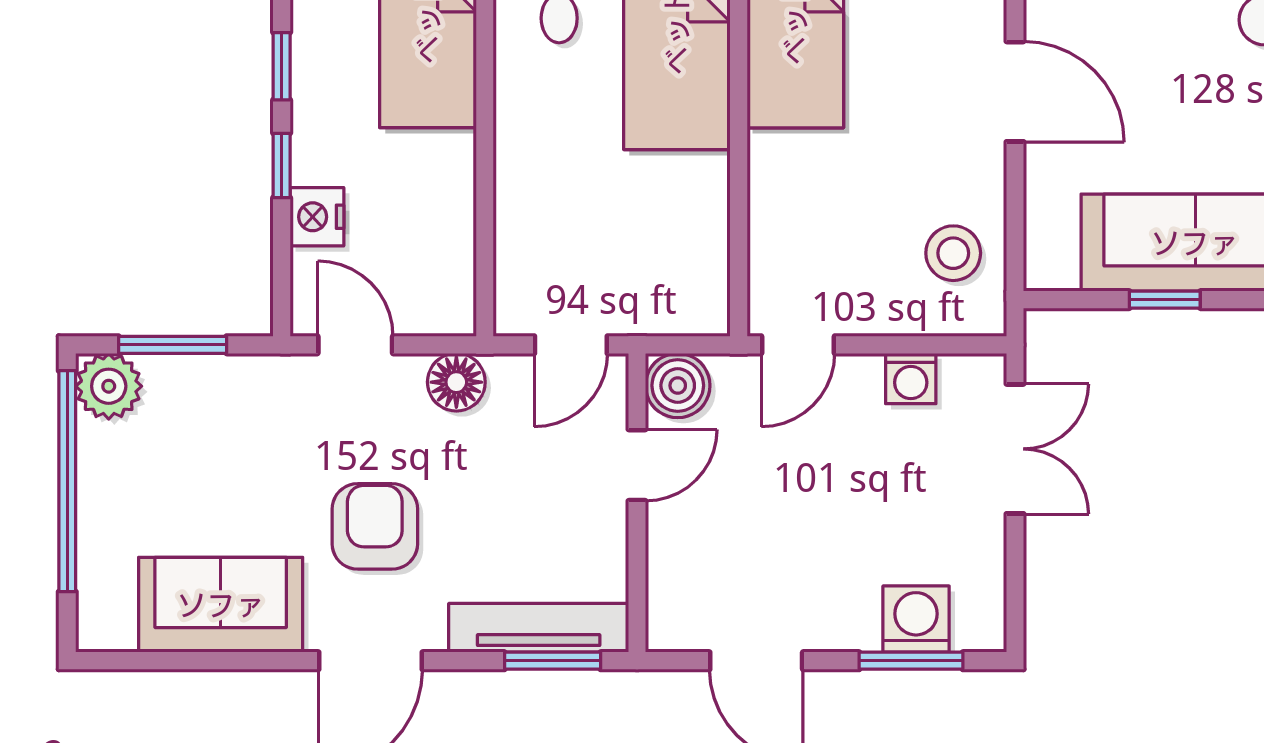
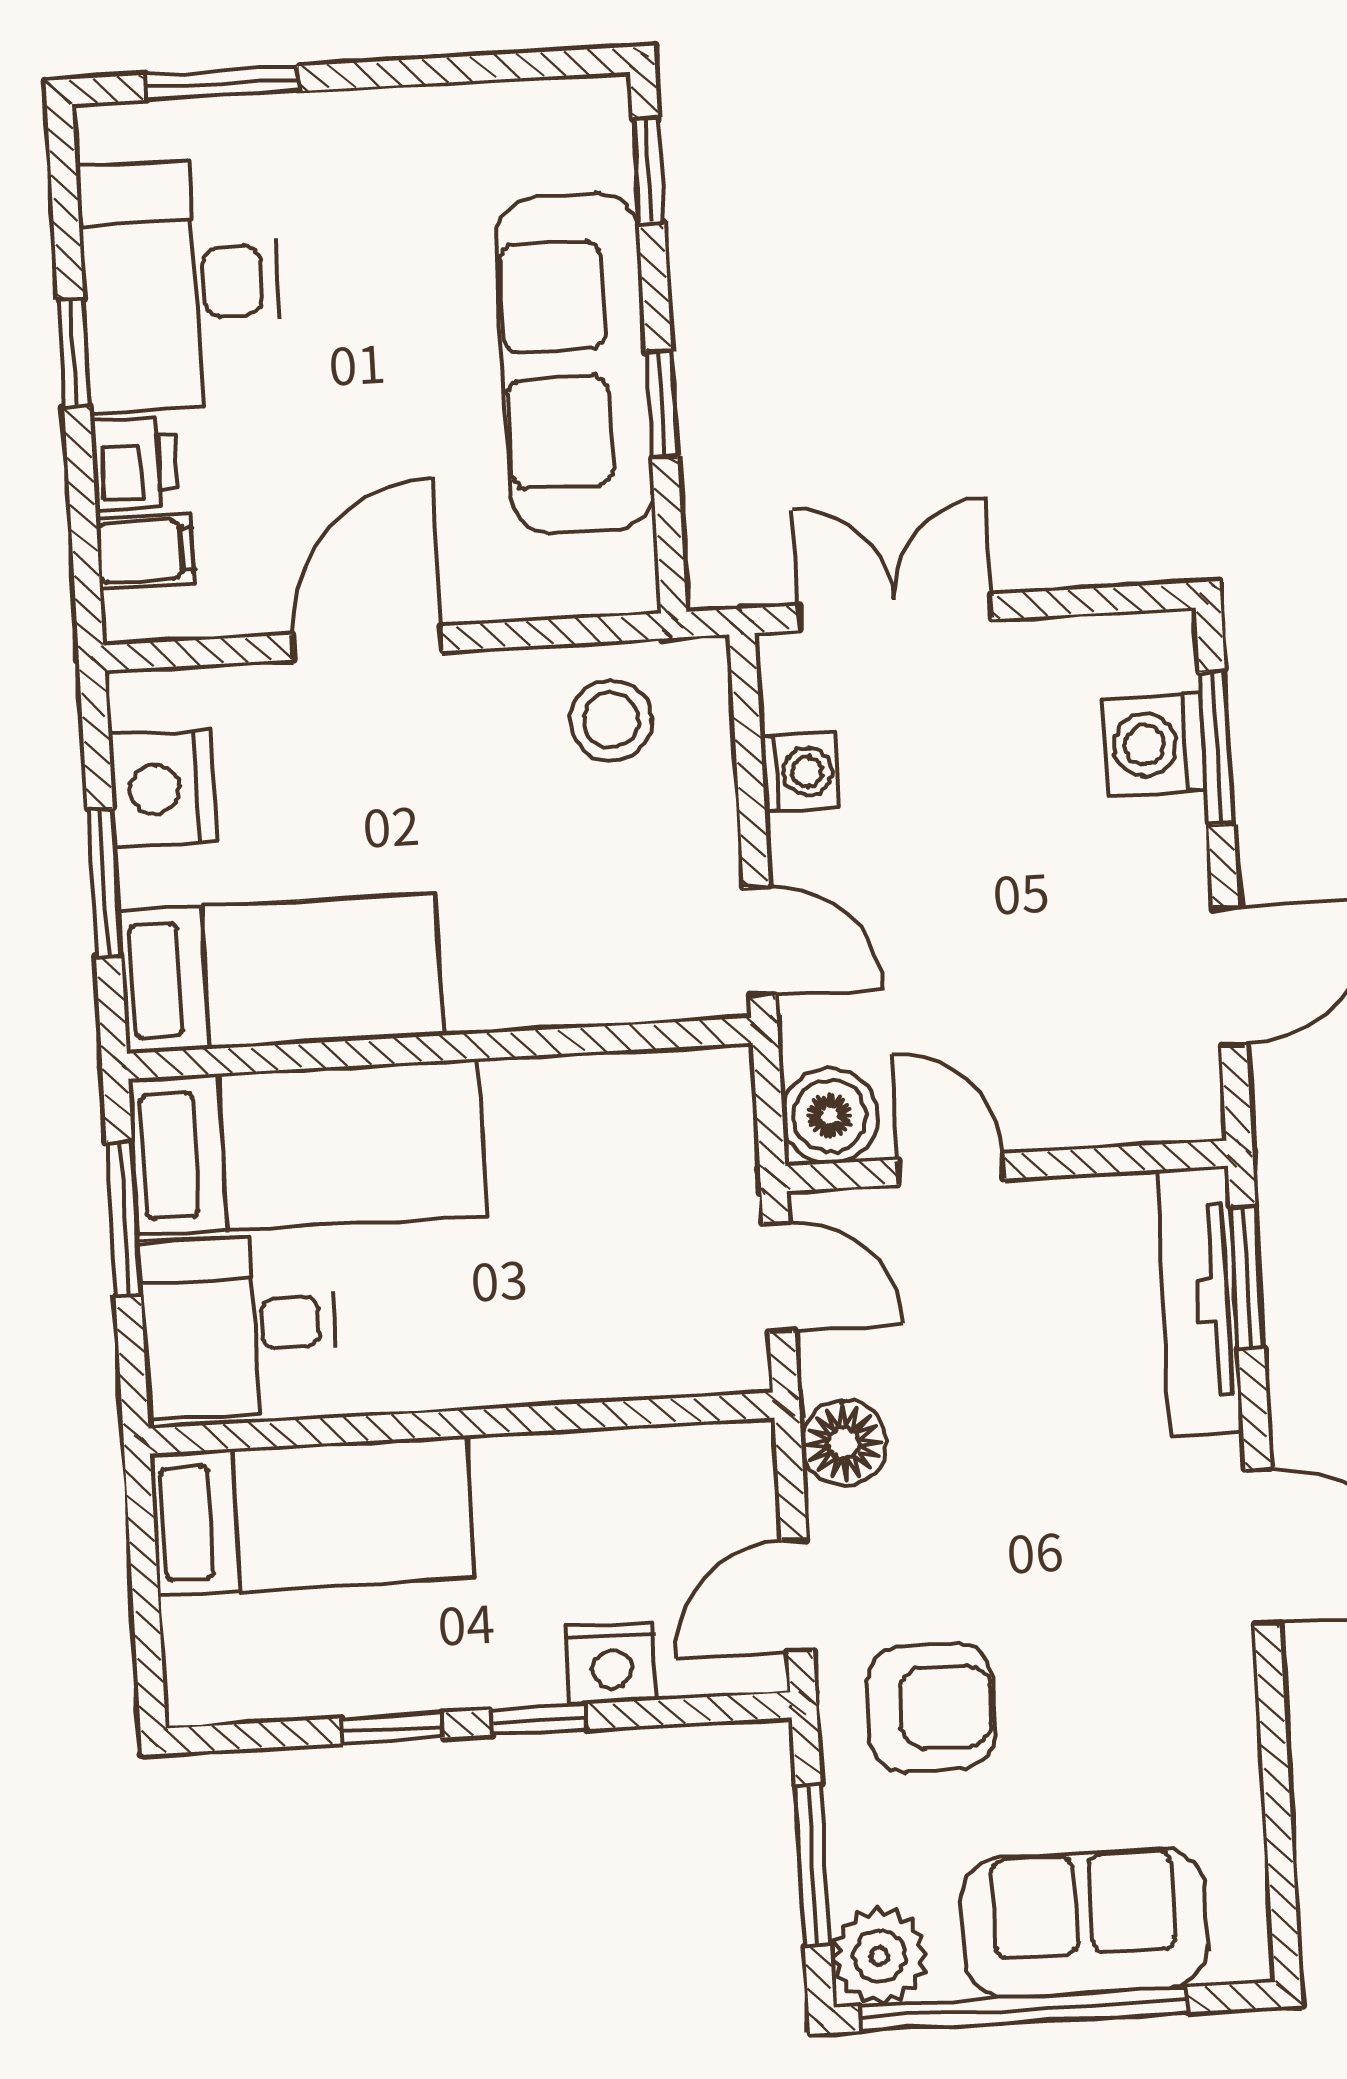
armchair: (375, 526) -> (930, 1708), moved, turned 180
sofa: (221, 605) -> (1084, 1923), moved, turned 90

